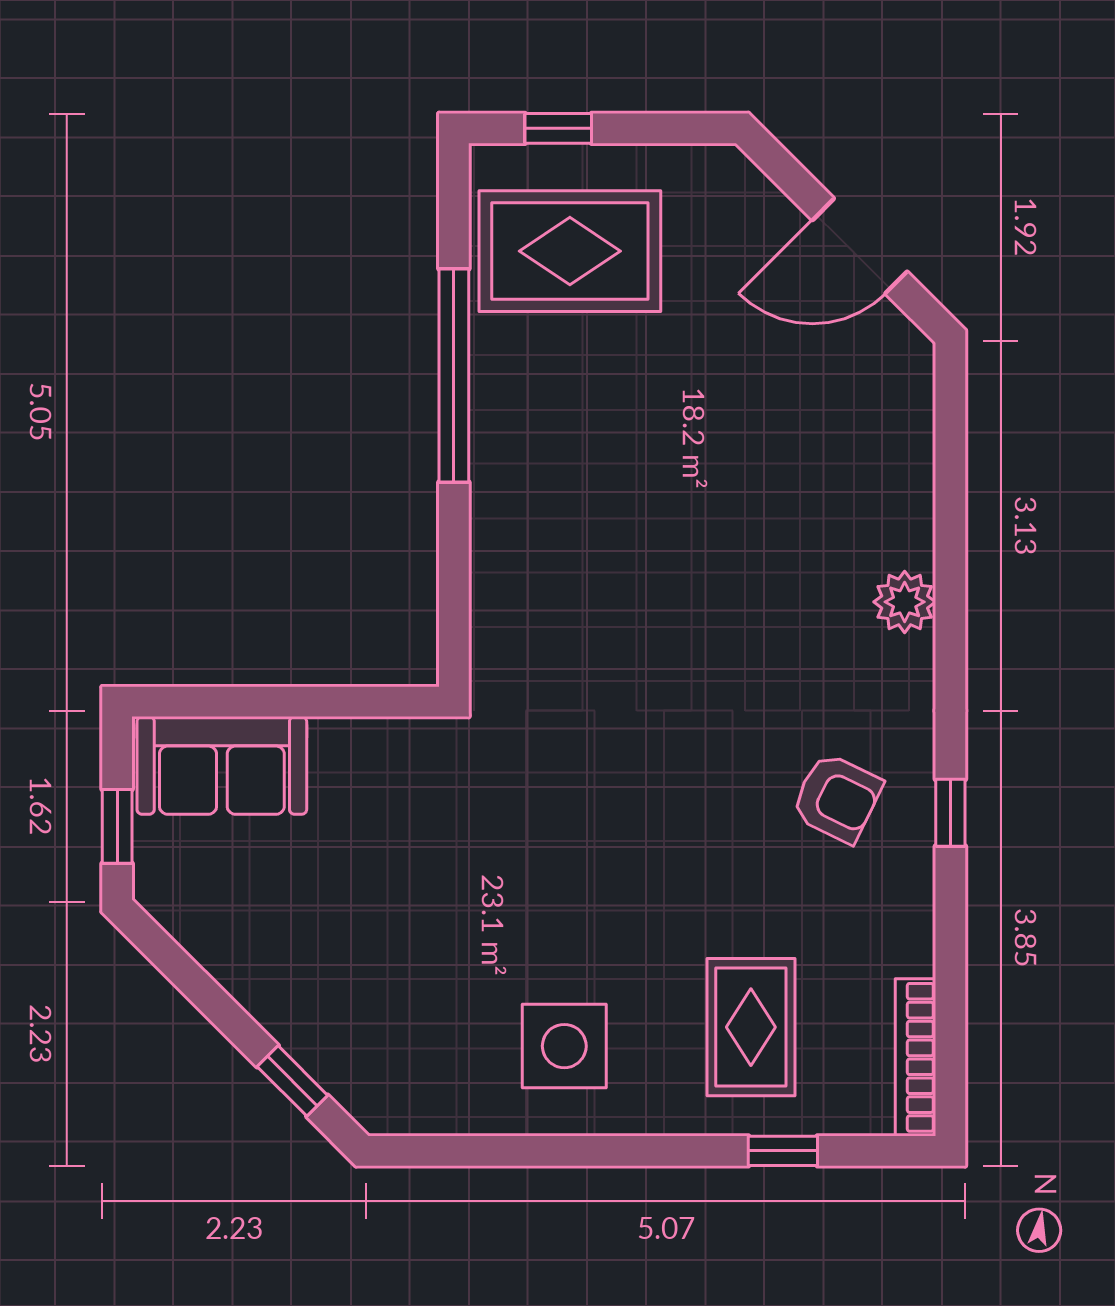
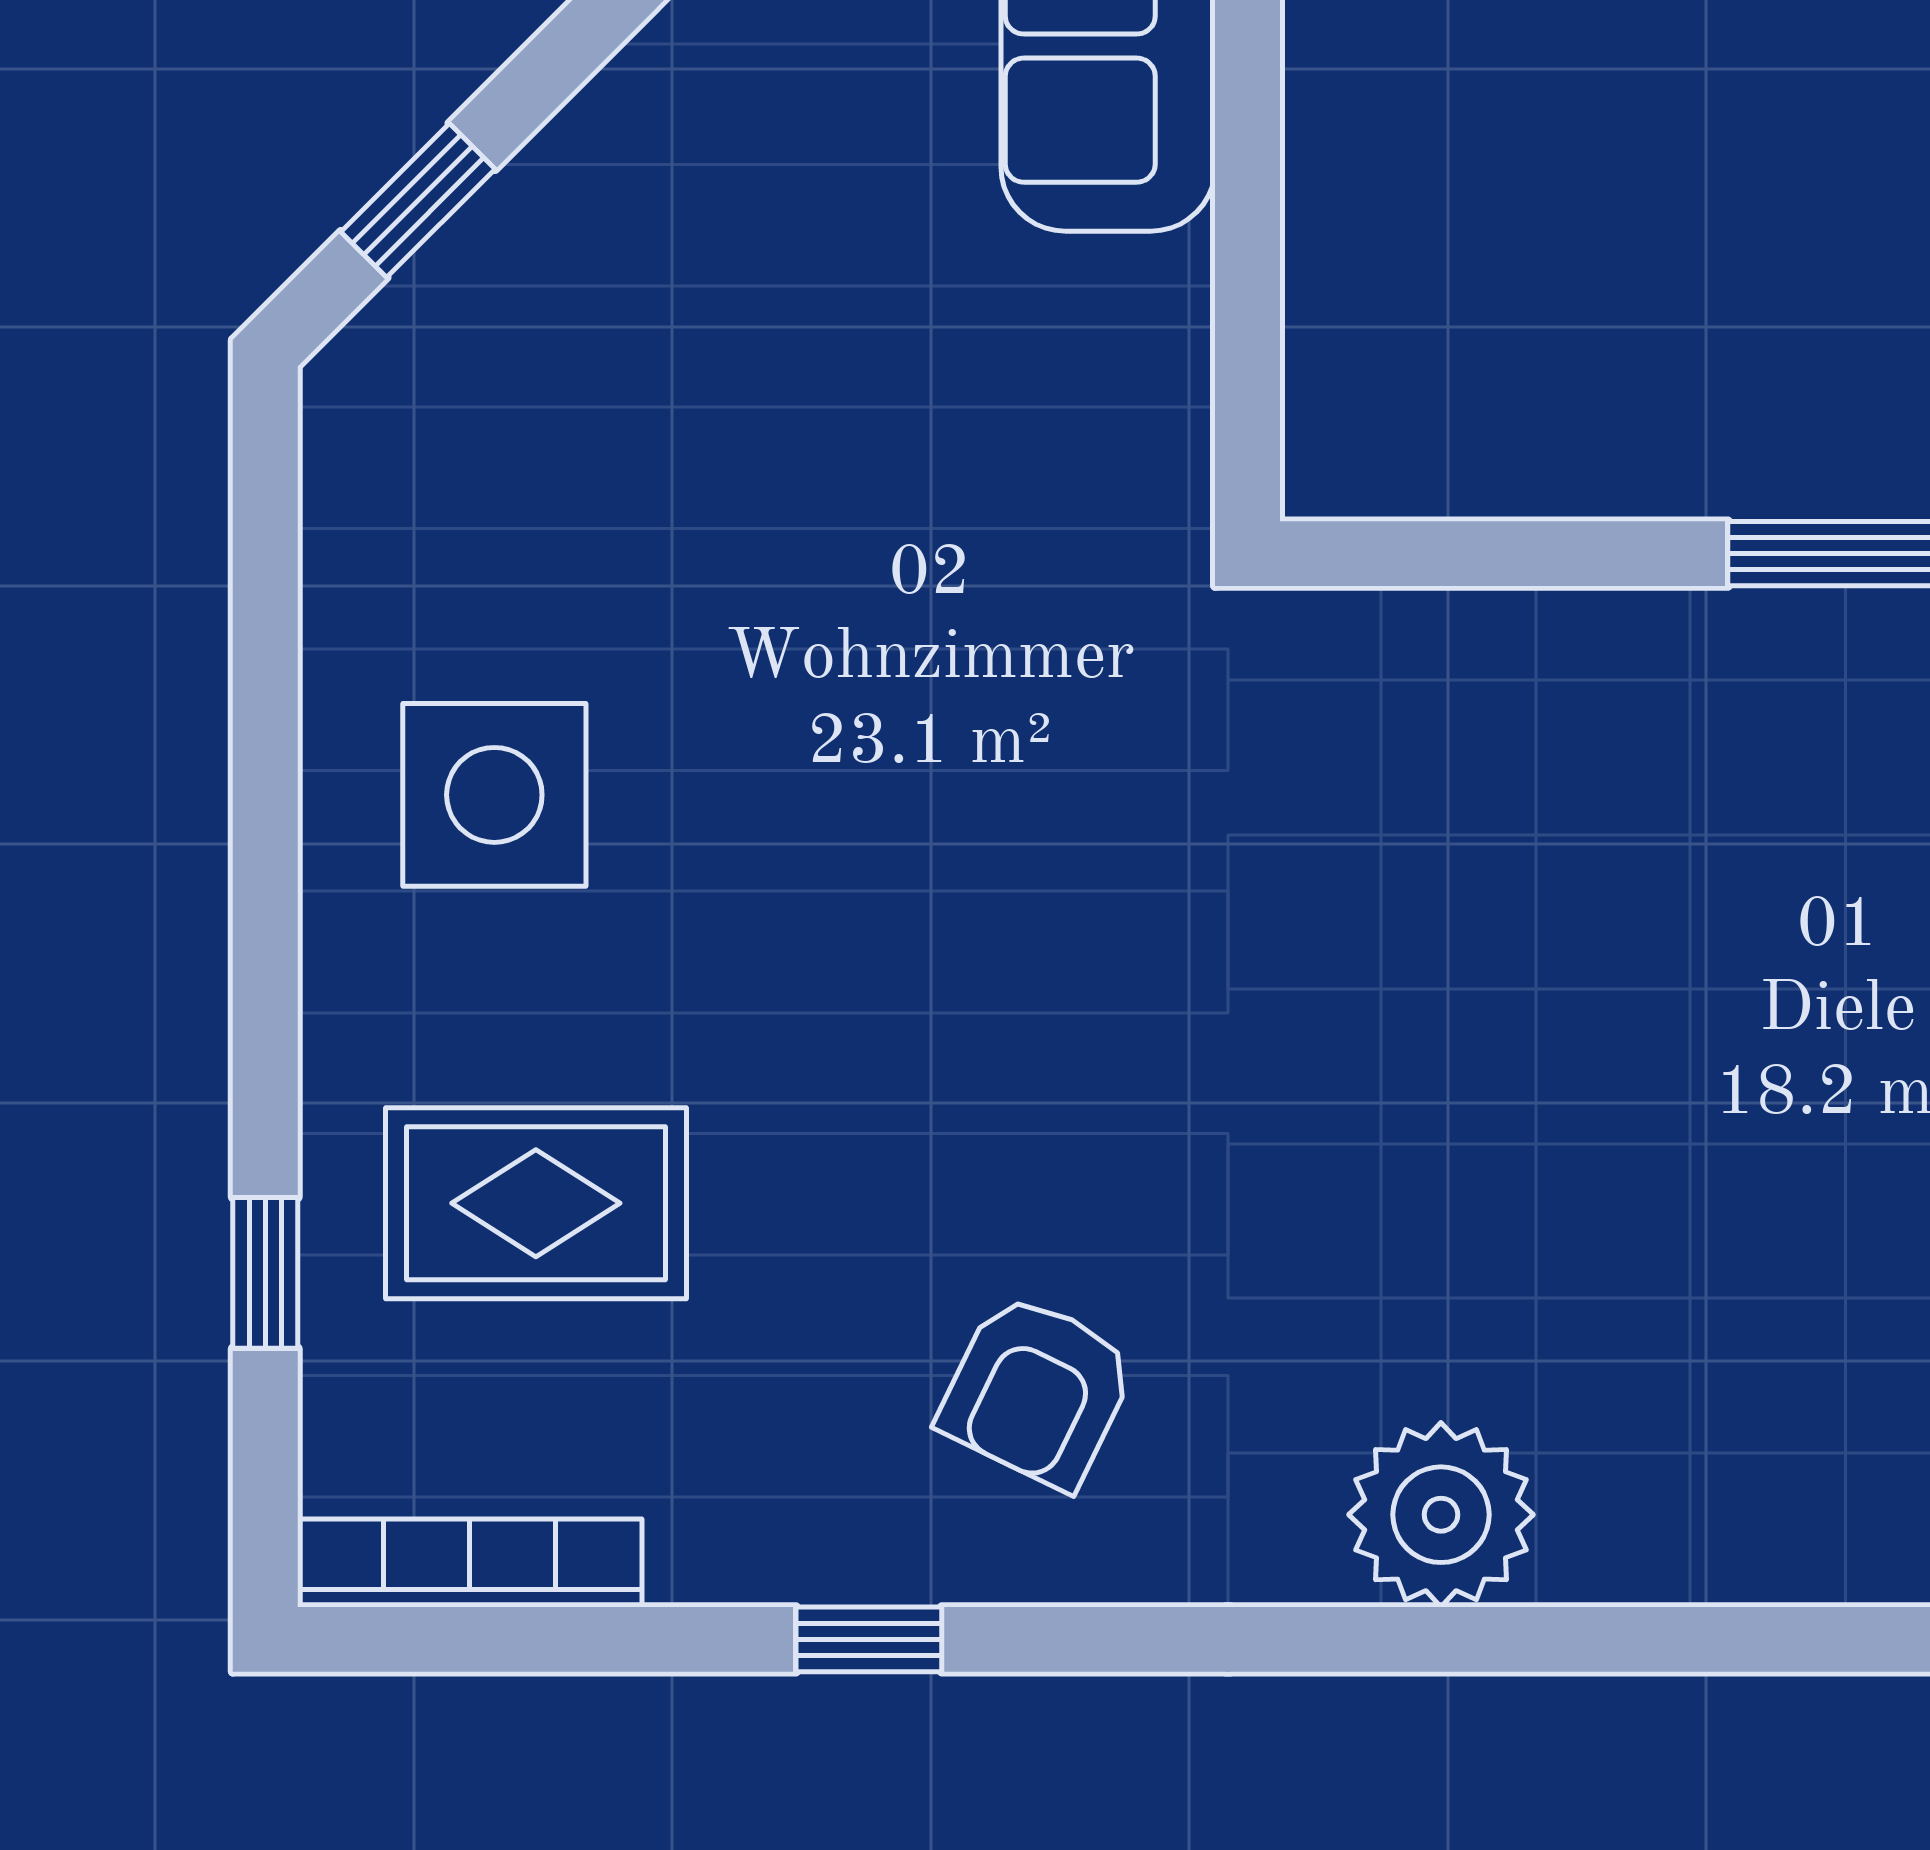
plant: (905, 602) -> (1441, 1515), width x1.36, depth x1.36
window: (950, 813) -> (869, 1639), moved

